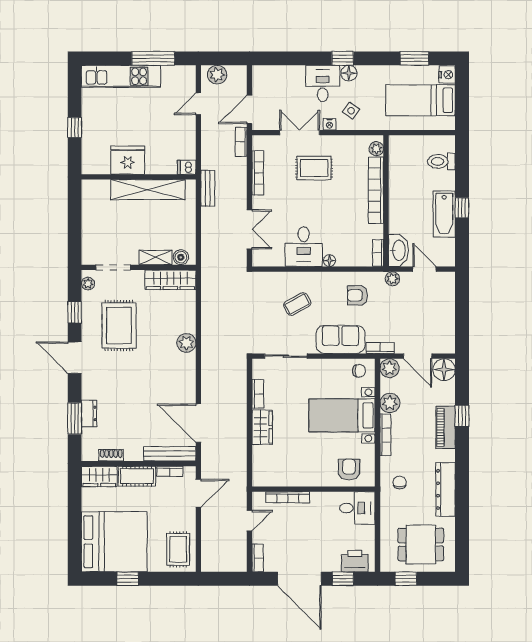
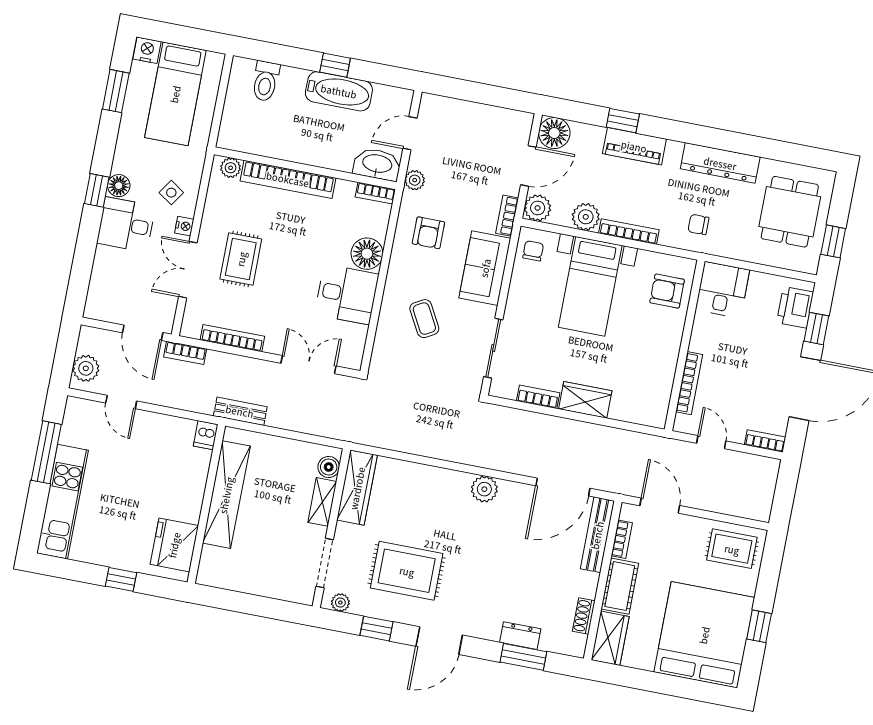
fridge: (128, 160) -> (174, 545), moved
floor lamp: (329, 261) -> (367, 254), width x1.89, depth x1.89
plant: (186, 343) -> (484, 489), moved

